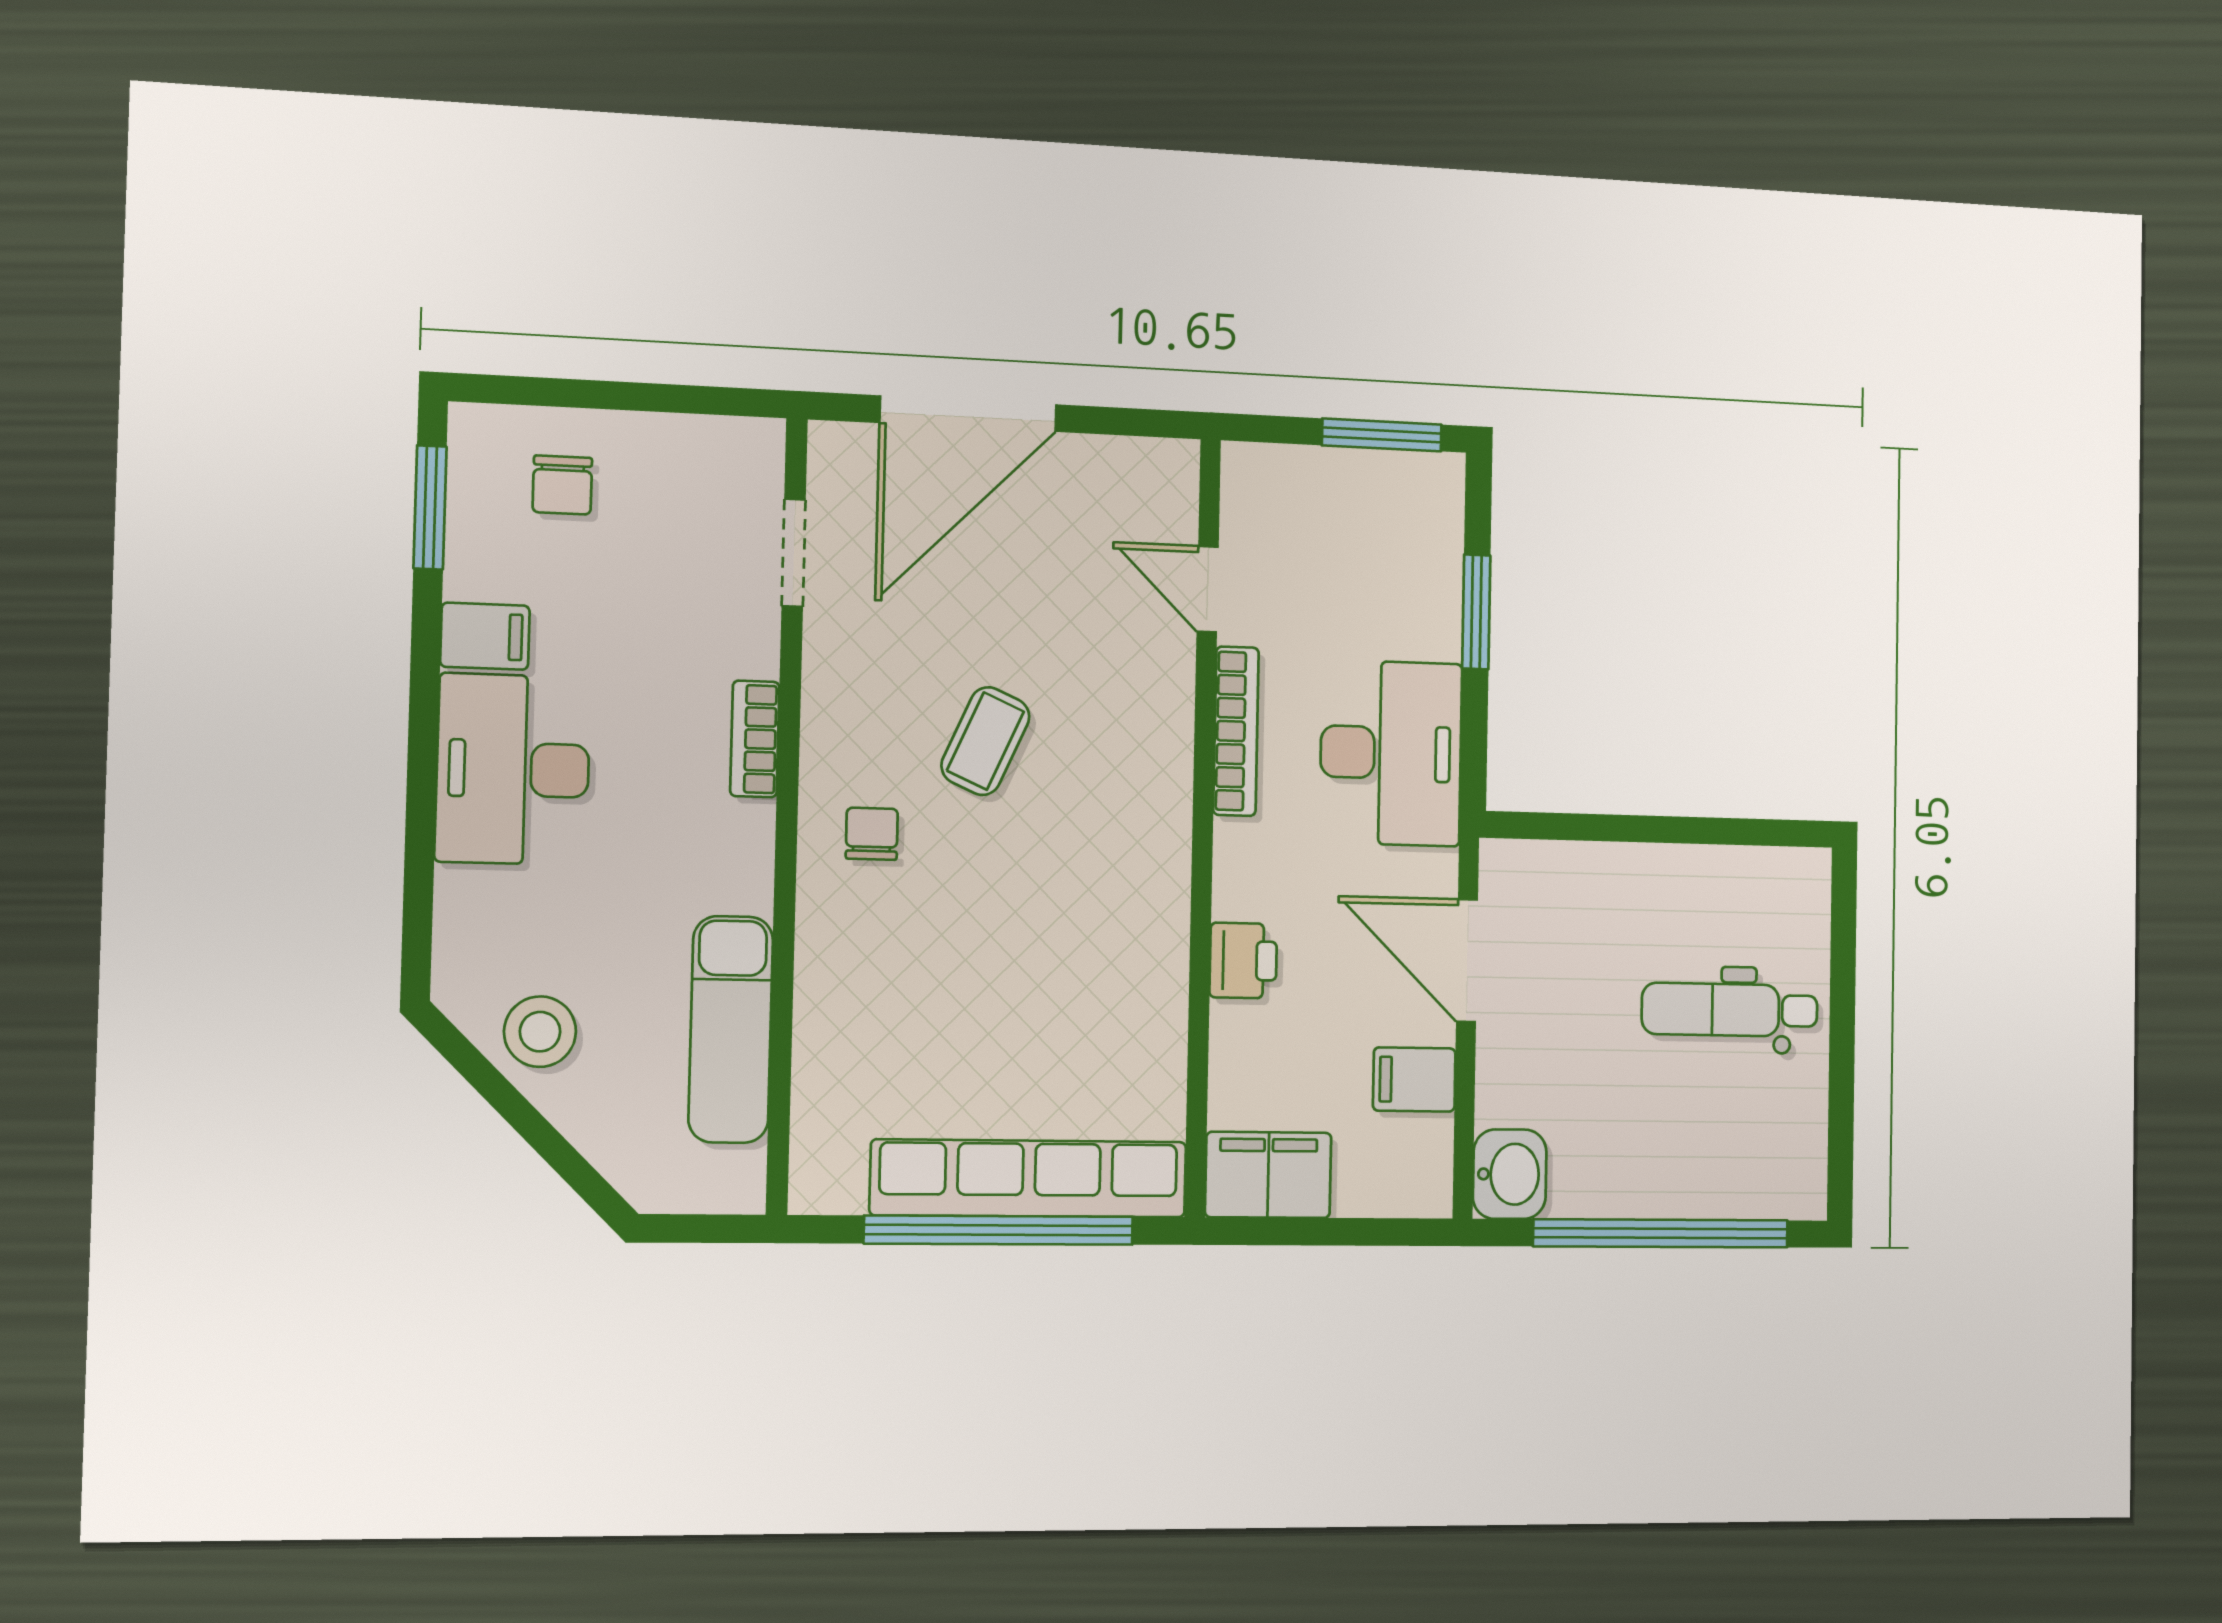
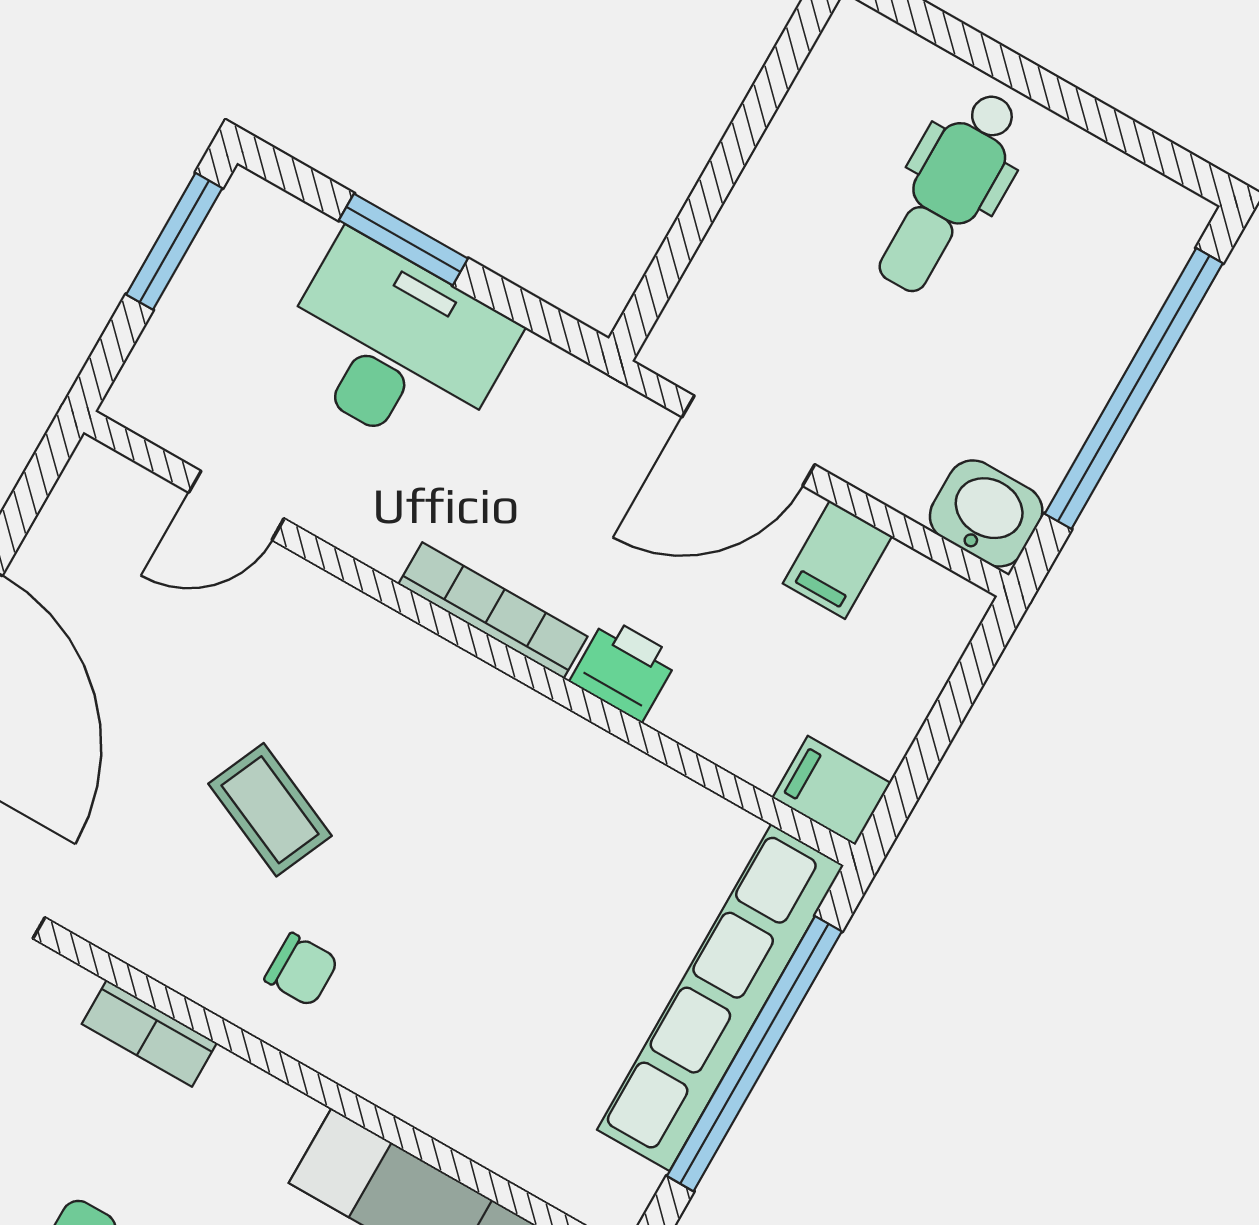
bookcase: (1236, 731) -> (493, 610), moved
desk: (1391, 753) -> (395, 347), moved
chair: (872, 834) -> (301, 970), turned 180
filing cabinet: (1268, 1175) -> (832, 790), width x0.50

